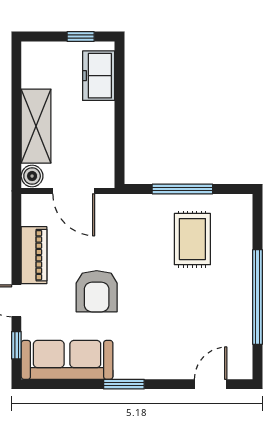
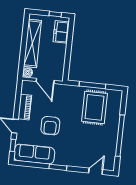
shelving: (36, 126) -> (32, 43), width x1.47
rug: (192, 239) -> (94, 107), width x1.36, depth x1.43

